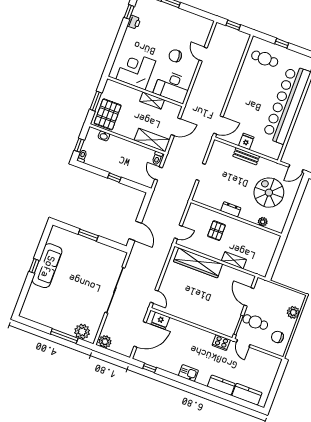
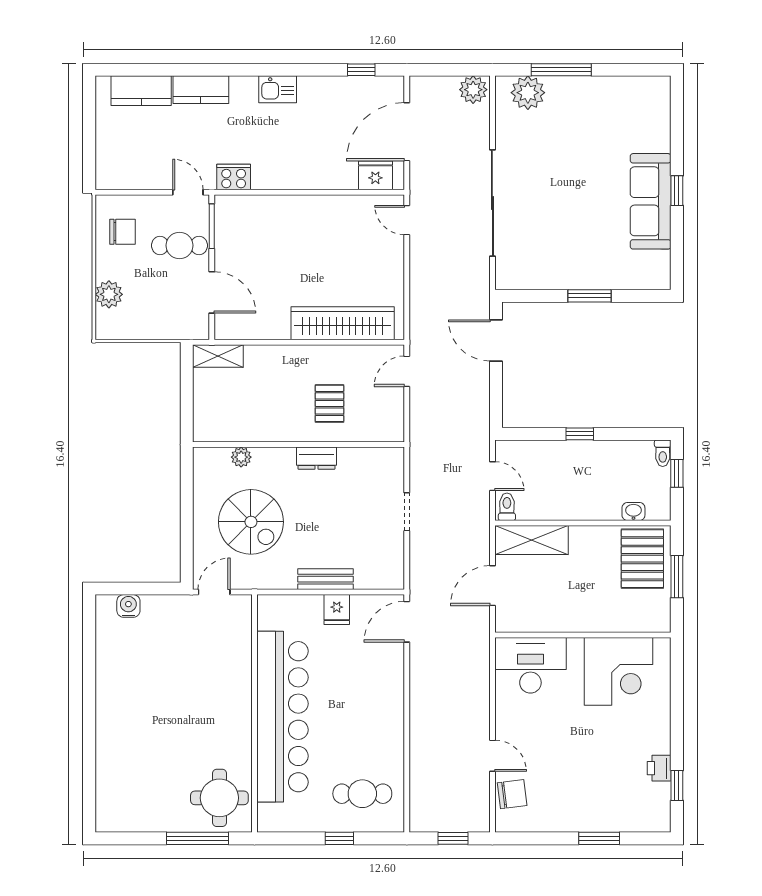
chair: (175, 56) -> (512, 794), moved
shelving: (152, 101) -> (562, 621), removed
shelving: (234, 260) -> (218, 356), moved

